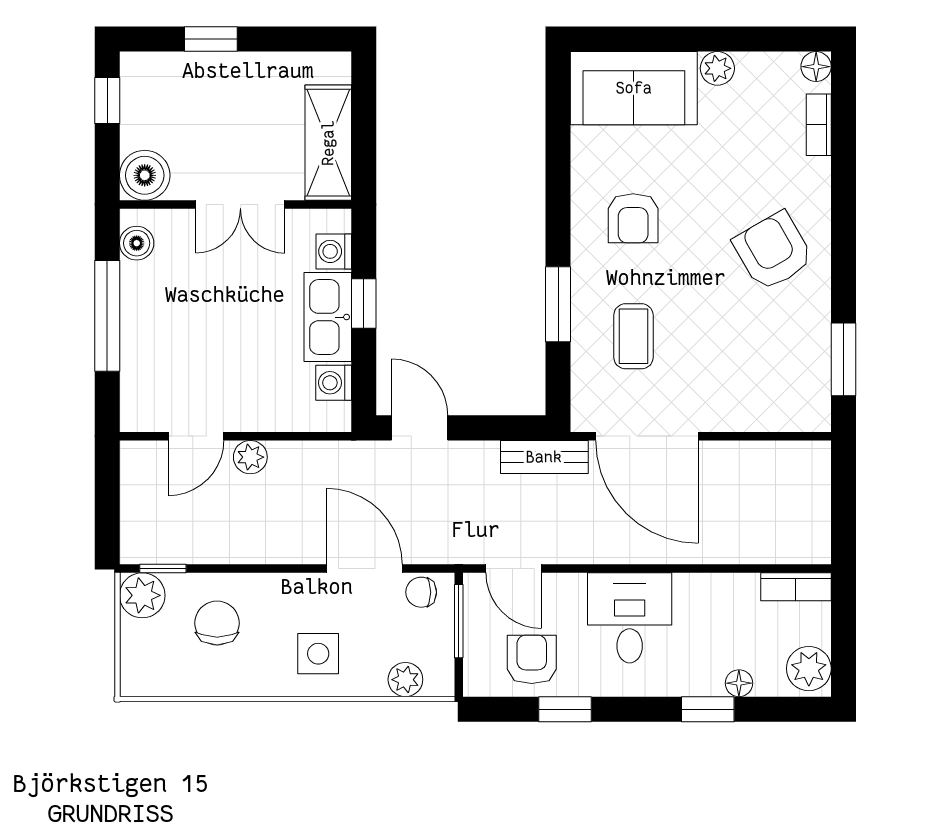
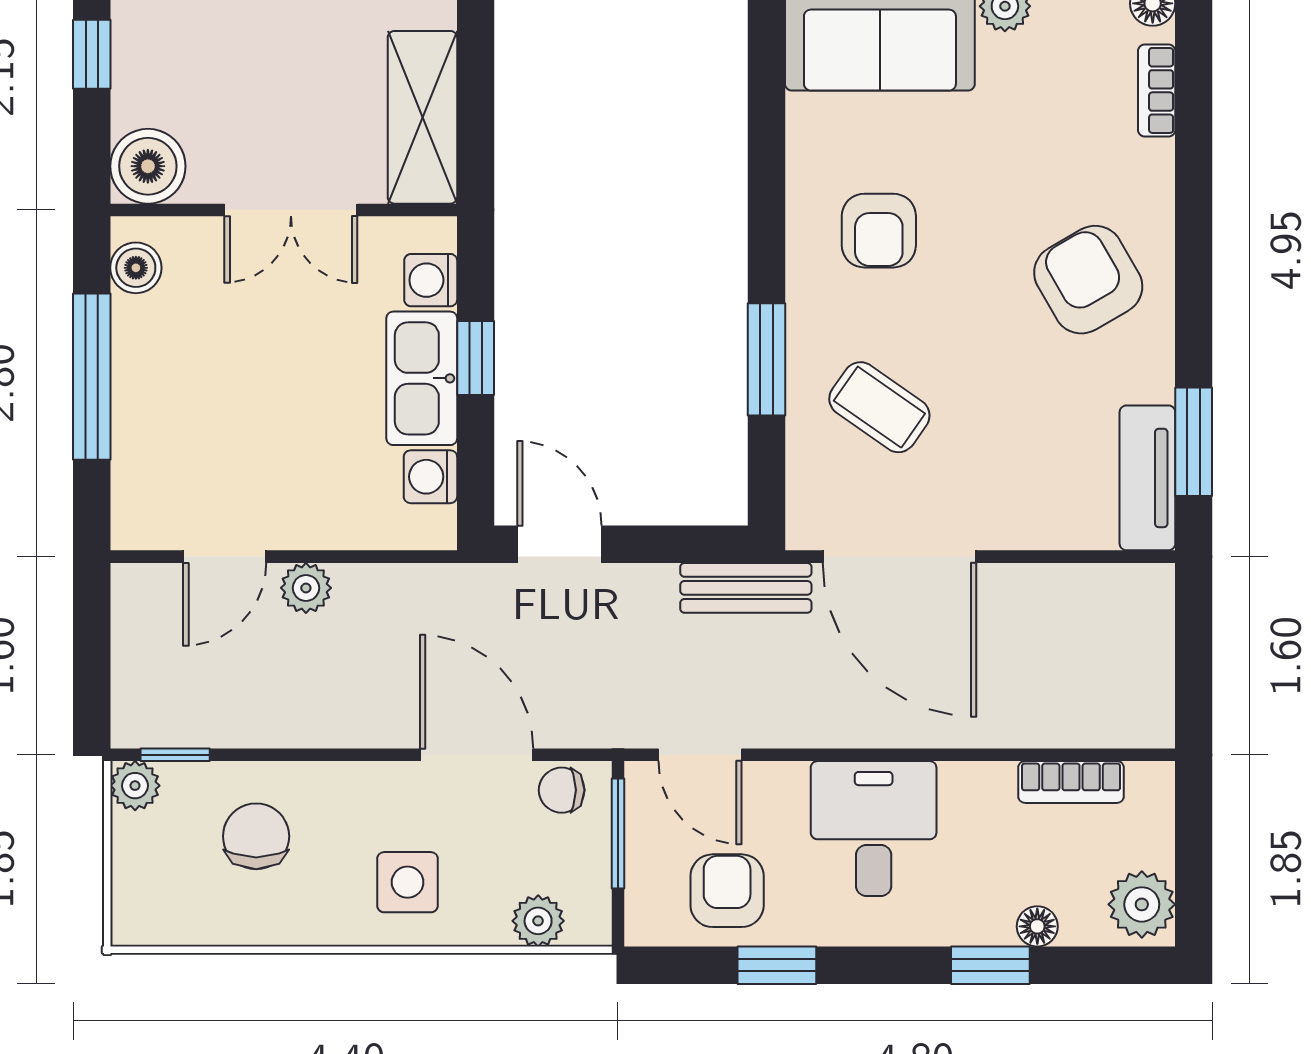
coffee table: (633, 336) -> (879, 407), turned -55
tv unit: (813, 384) -> (1147, 478), added
bookcase: (796, 587) -> (1071, 782), moved
plant: (142, 595) -> (135, 786), width x0.73, depth x0.73

